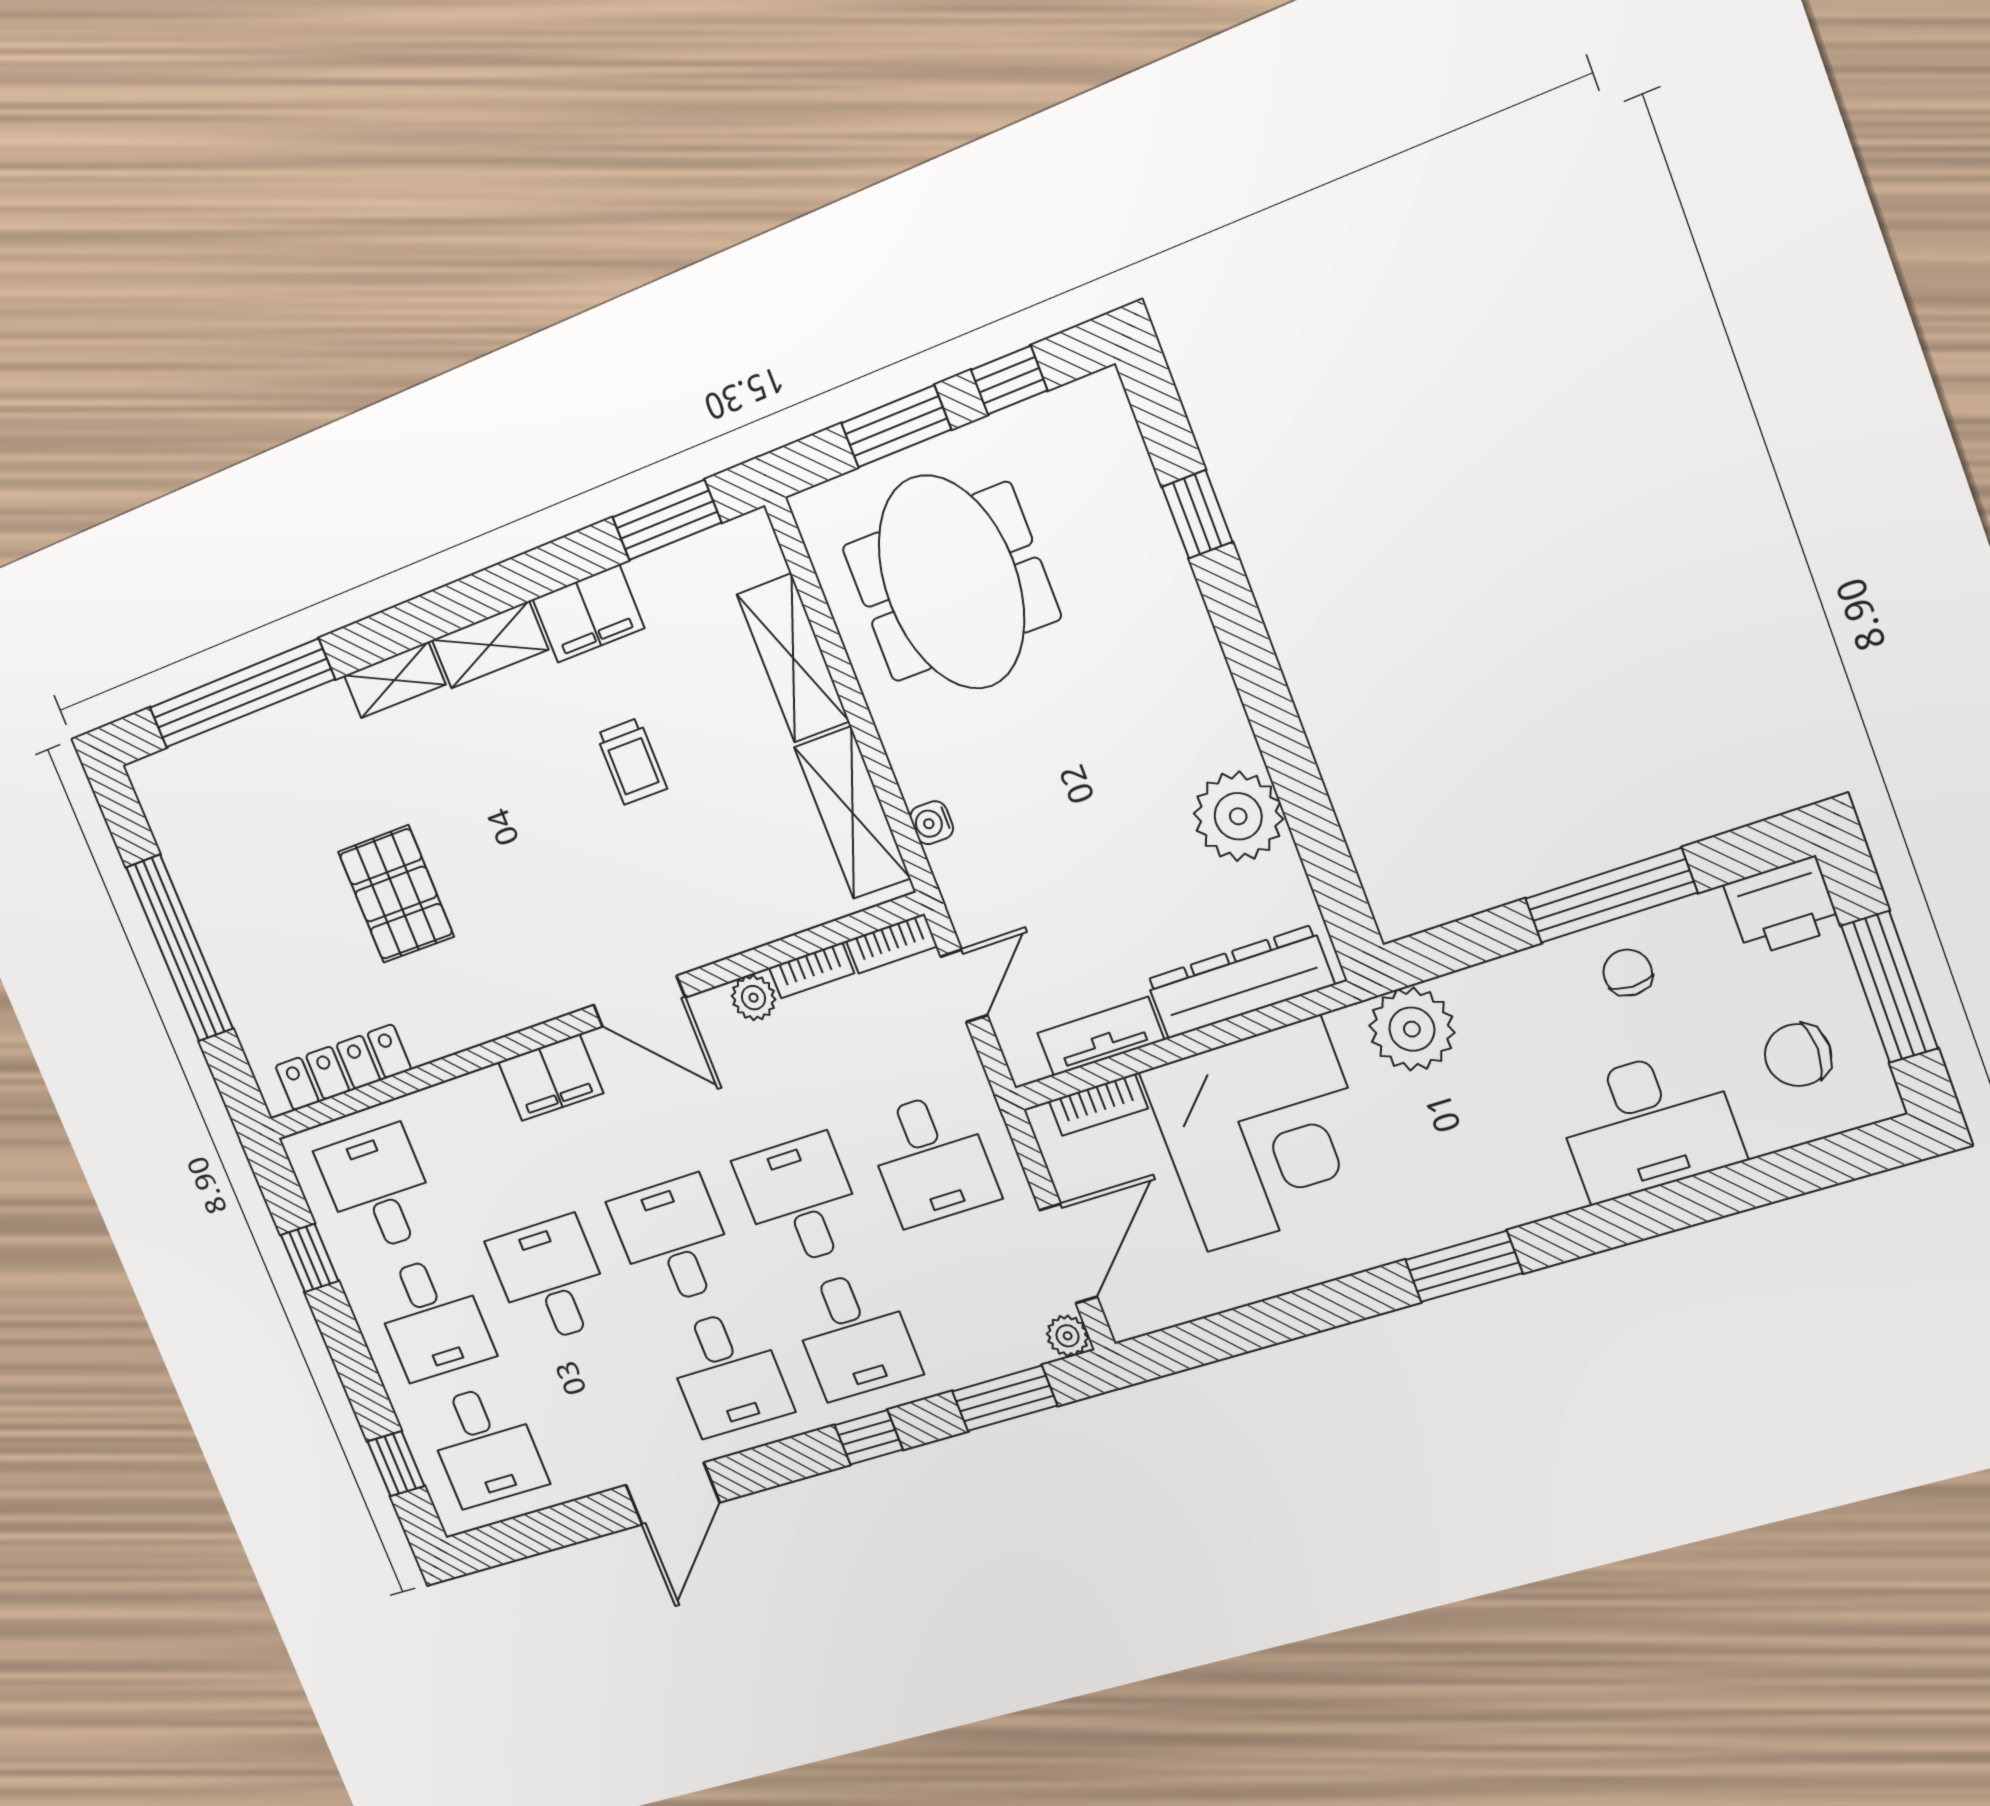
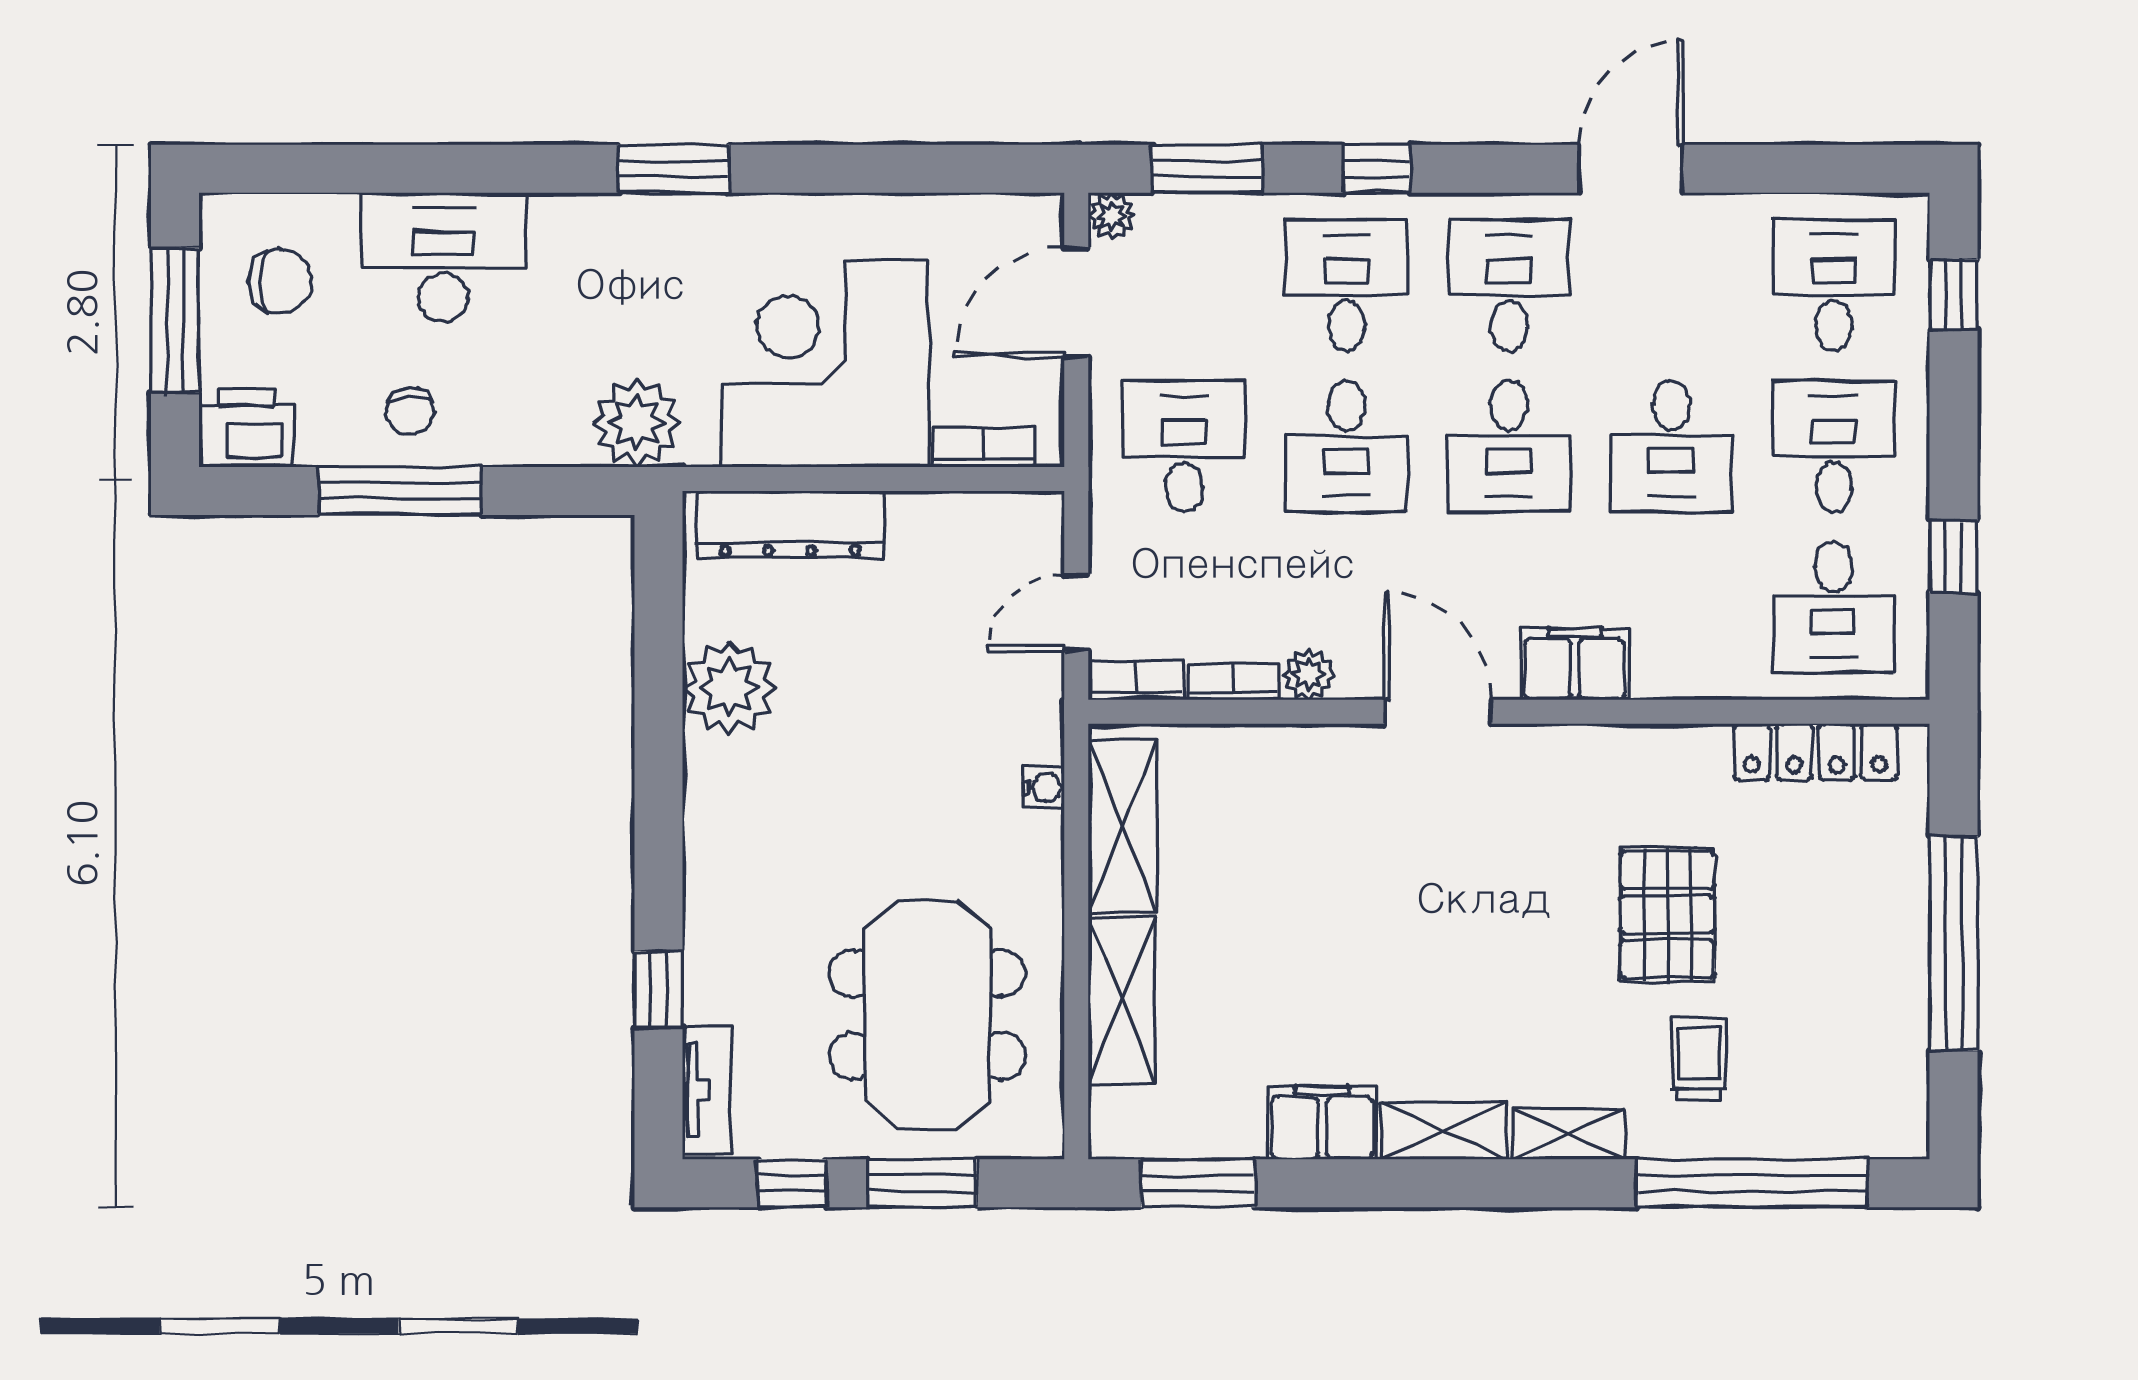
trolley: (632, 761) -> (1699, 1059), moved
tv unit: (1101, 1036) -> (707, 1090), moved, turned -90

